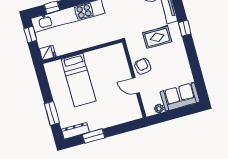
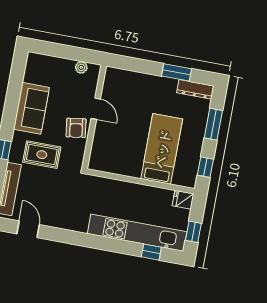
window: (43, 82) -> (205, 167), added
sofa: (180, 97) -> (31, 108), moved, turned -90

